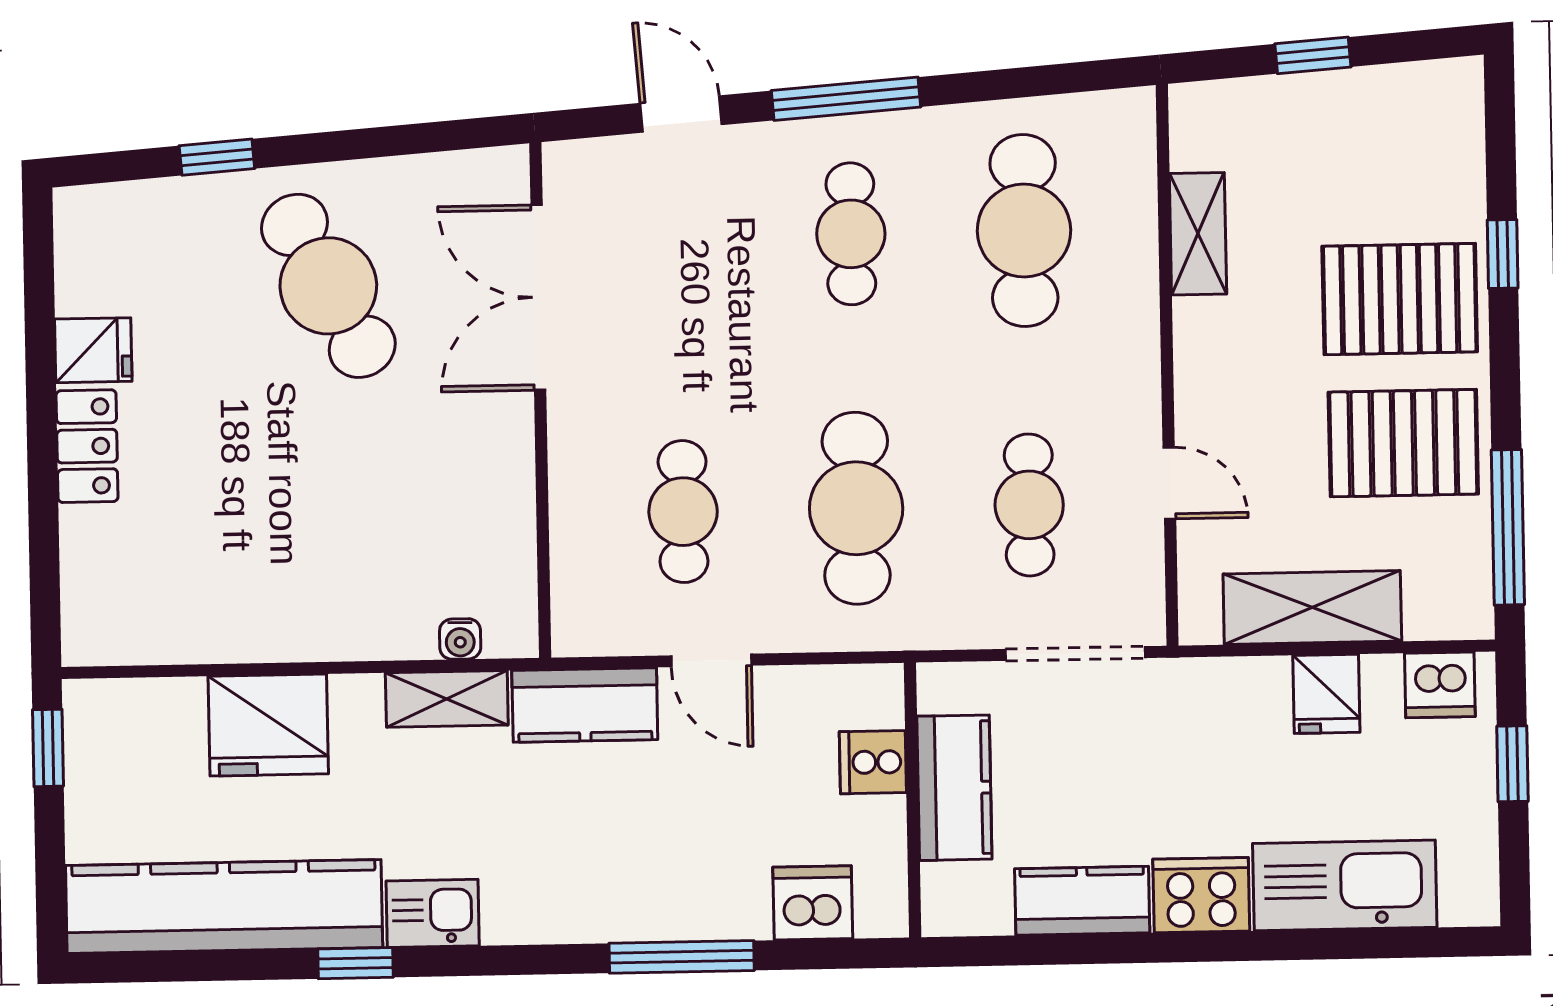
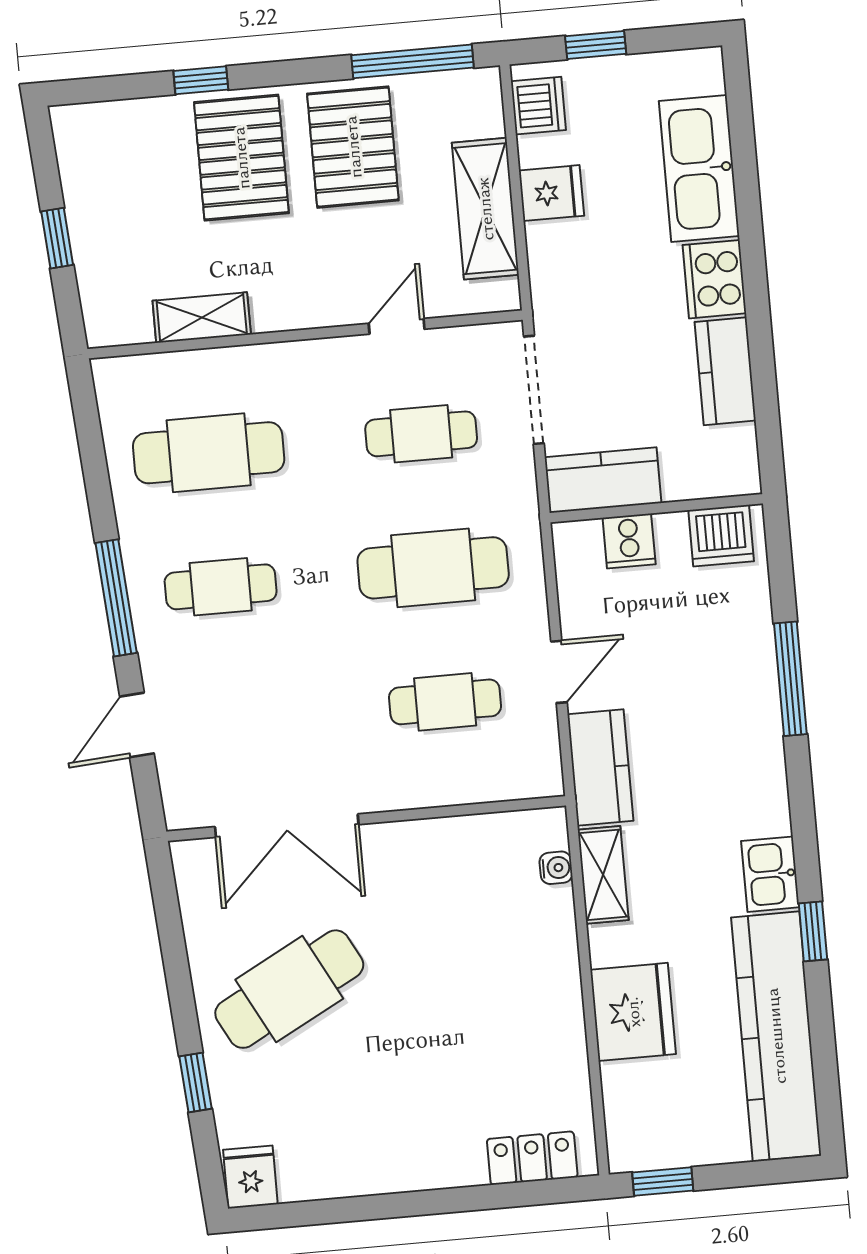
fridge: (93, 350) -> (250, 1177), moved
locker: (87, 446) -> (532, 1158), moved
kitchen counter: (954, 788) -> (603, 480), moved
dishwasher: (813, 903) -> (721, 536), moved, turned -90

